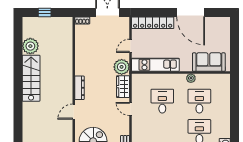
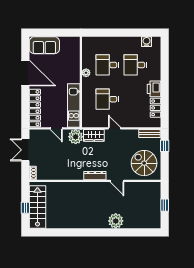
door: (191, 12) -> (25, 73), hinge flipped
plant: (30, 46) -> (116, 221), moved
sofa: (209, 62) -> (44, 45), moved, turned -90
stairs: (31, 78) -> (37, 207), moved, turned 90
door: (131, 109) -> (114, 128), swing flipped

